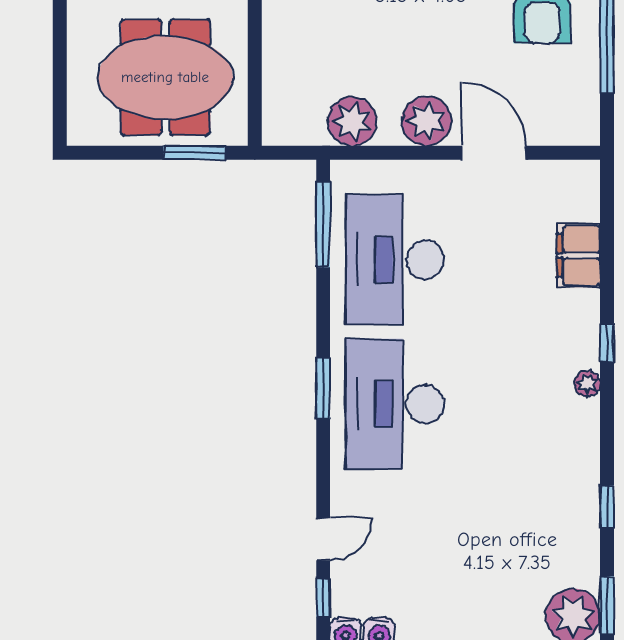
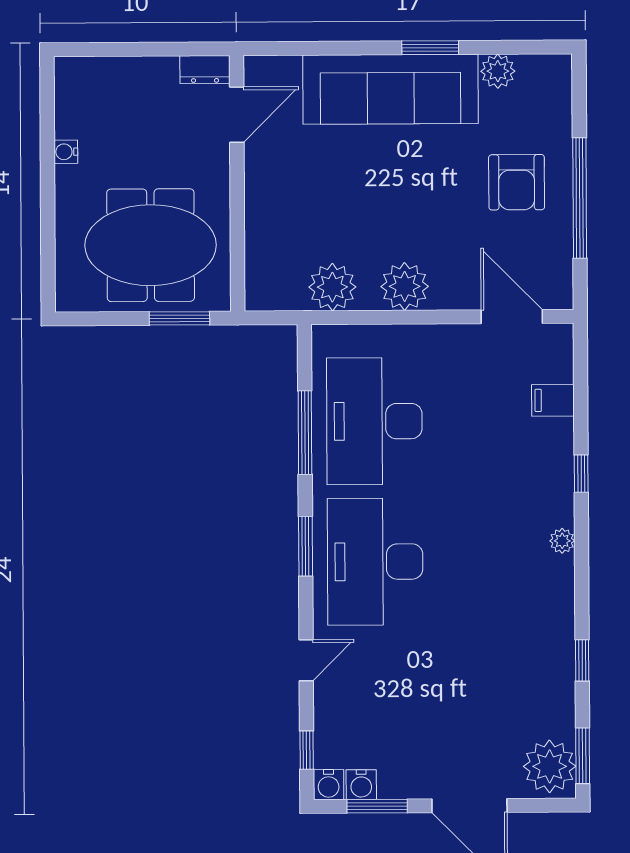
door: (494, 153) -> (512, 317), moved
window: (323, 224) -> (305, 433), moved
filing cabinet: (578, 255) -> (553, 400), width x0.50
window: (607, 343) -> (581, 474), moved
door: (323, 539) -> (306, 660), moved

